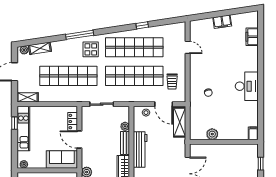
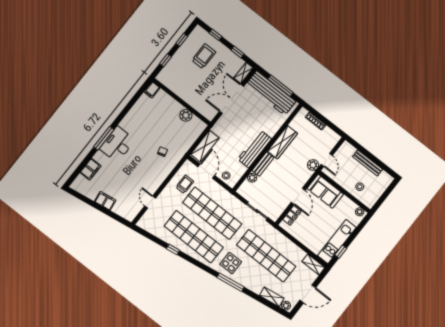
window: (261, 68) -> (104, 138), added
desk: (247, 86) -> (117, 144), moved

